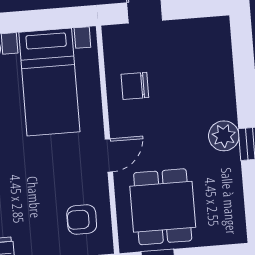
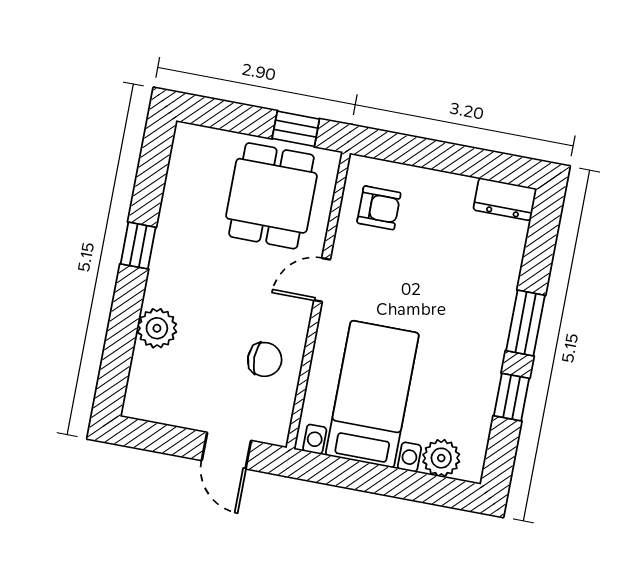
plant: (224, 136) -> (157, 328), moved

